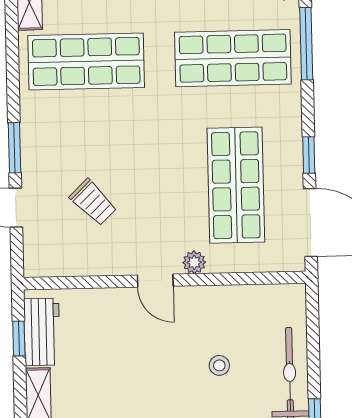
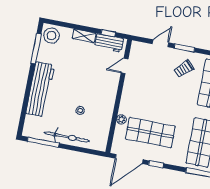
trolley: (93, 202) -> (184, 69), moved
plant: (194, 262) -> (121, 119), moved
door: (155, 281) -> (125, 66), moved

